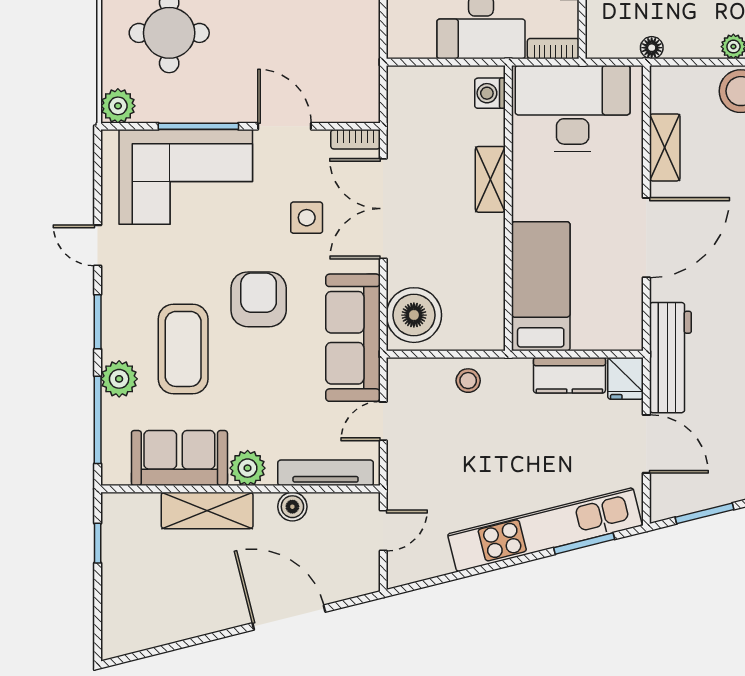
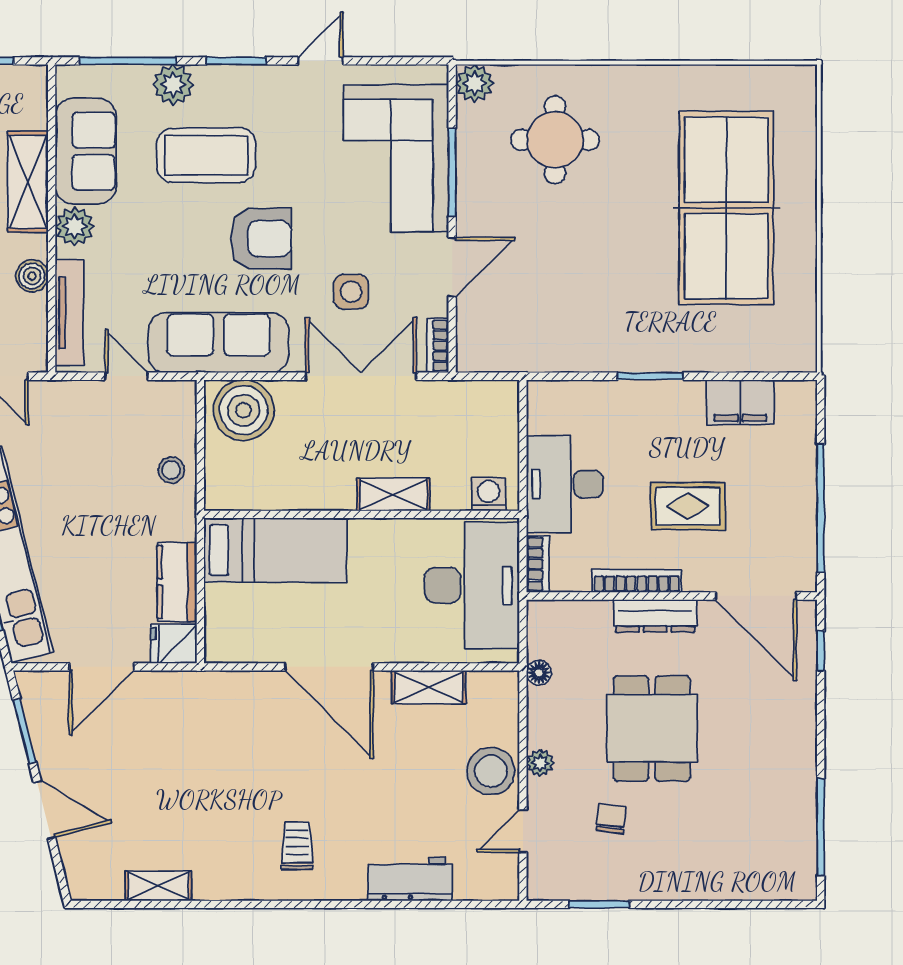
workbench: (670, 358) -> (197, 693), removed

